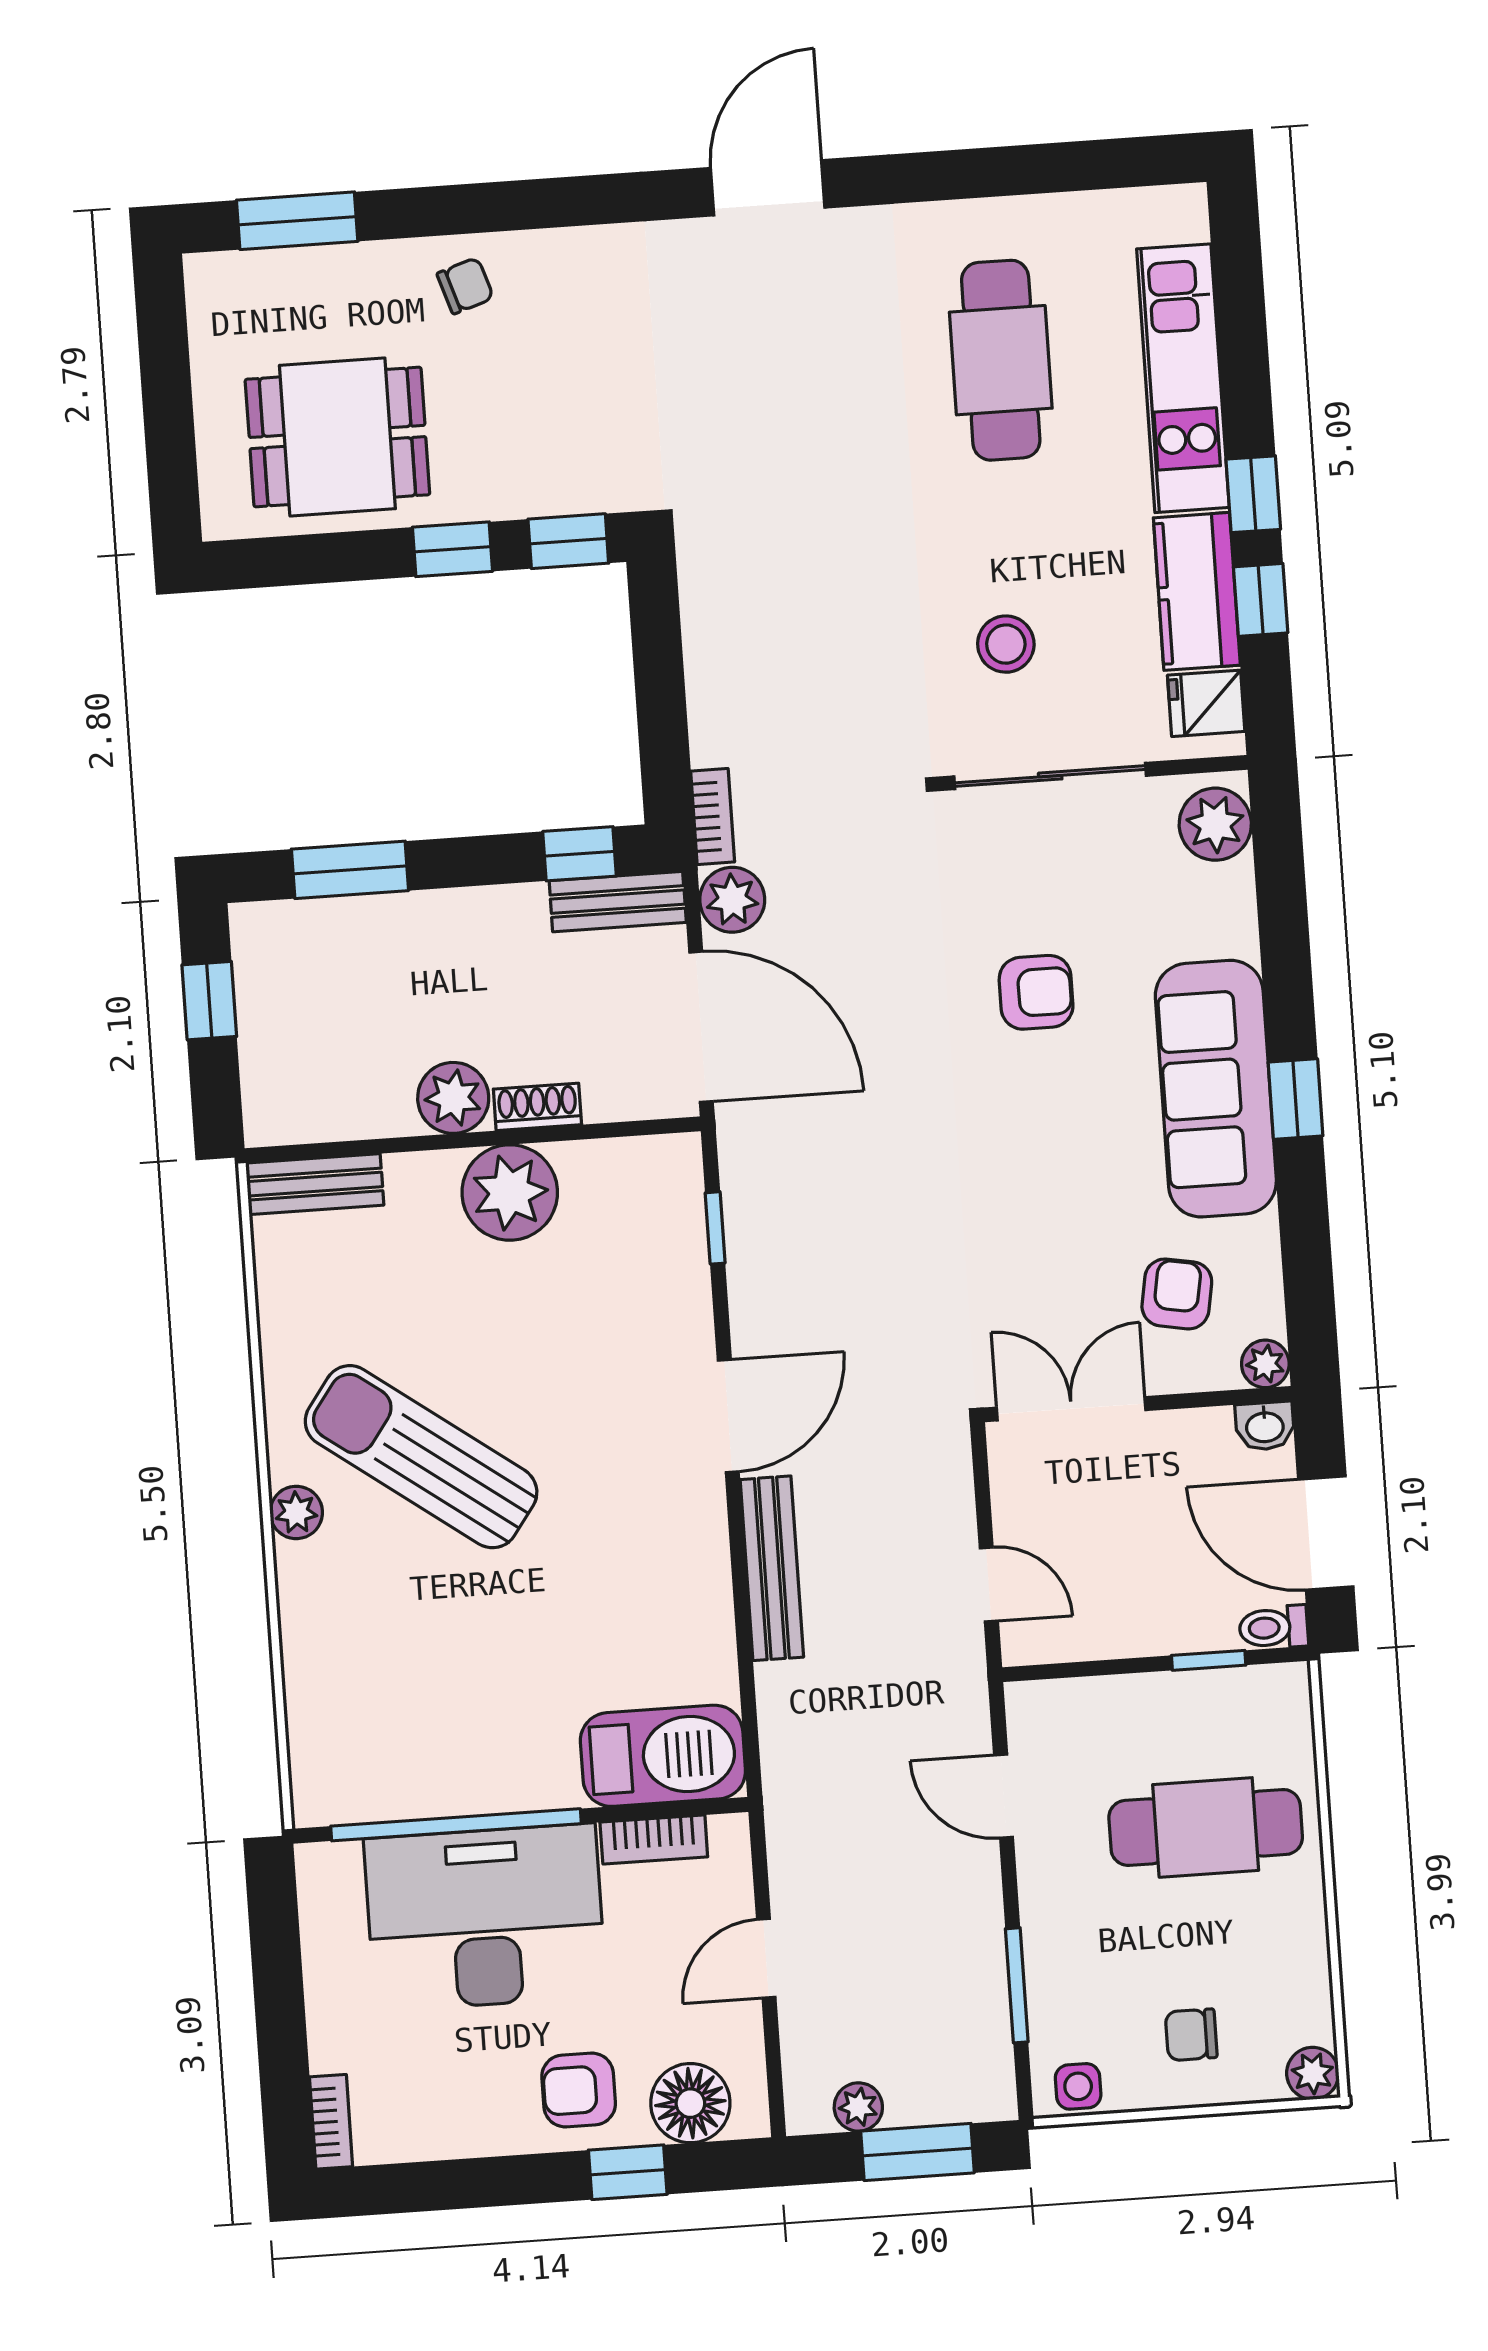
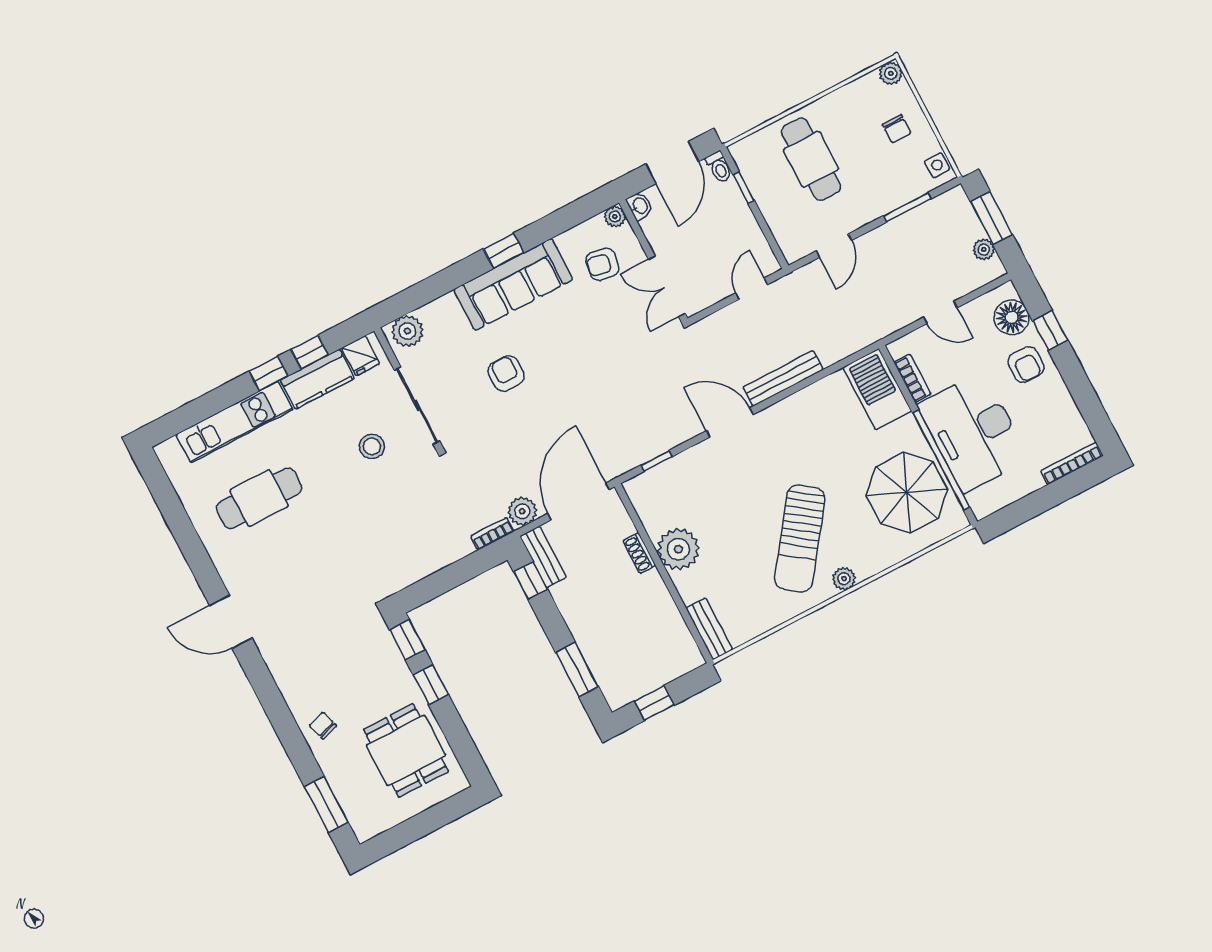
plant: (453, 1098) -> (650, 588), removed
parasol: (419, 1723) -> (907, 493), added
bookcase: (331, 2122) -> (1072, 463), width x1.56

